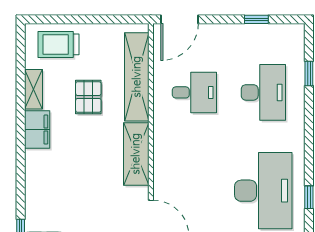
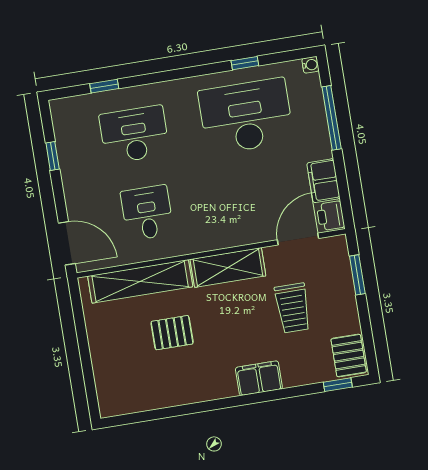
trolley: (58, 44) -> (293, 308), moved
shelving: (34, 89) -> (174, 396), removed
filing cabinet: (37, 130) -> (259, 378), moved

